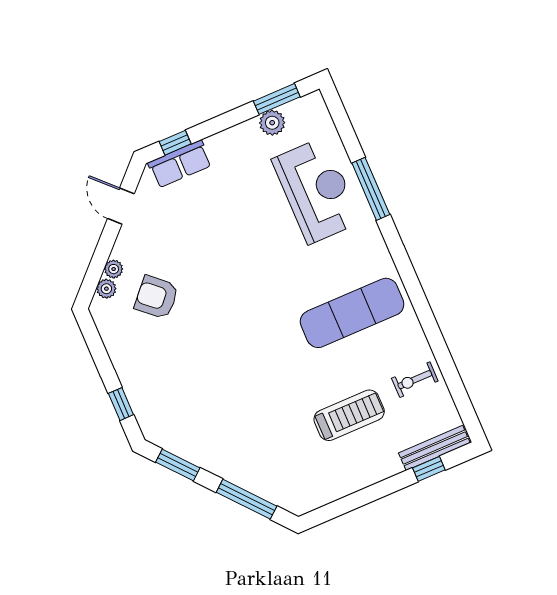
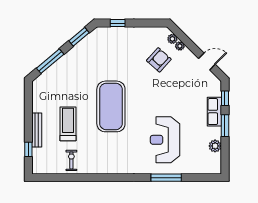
window: (277, 99) -> (225, 126), moved
row of seats: (180, 164) -> (214, 112), moved
reception desk: (316, 191) -> (165, 140), moved, turned 90
exercise mat: (352, 313) -> (111, 106), moved, width x1.47
treadmill: (349, 415) -> (68, 124), turned 180
bench: (434, 448) -> (37, 130), moved

